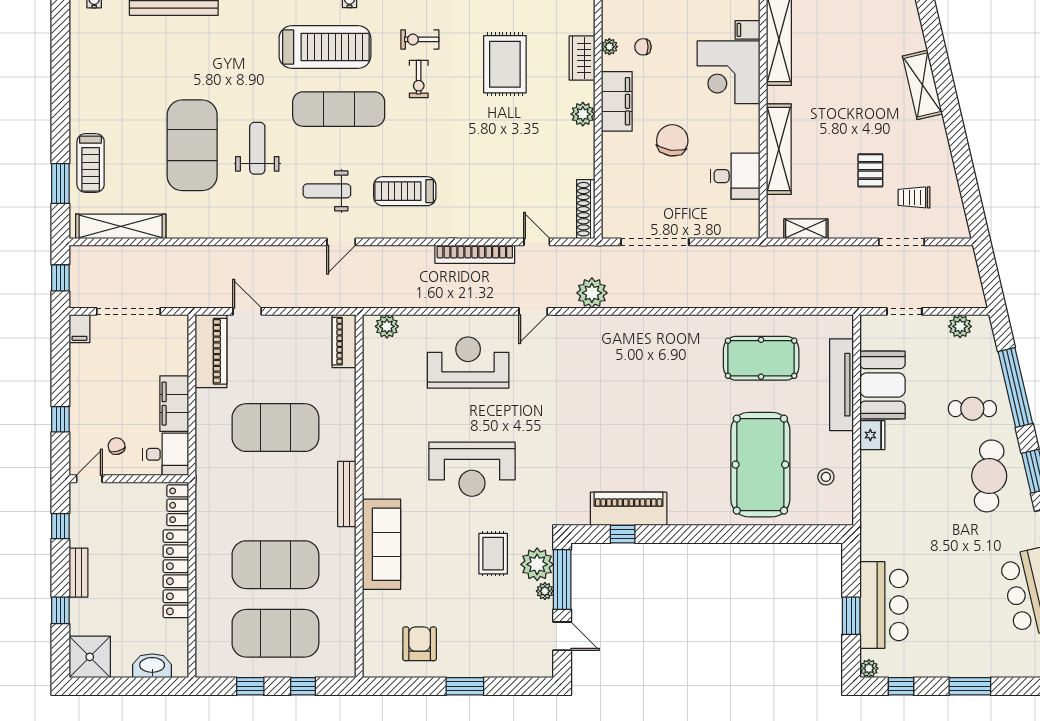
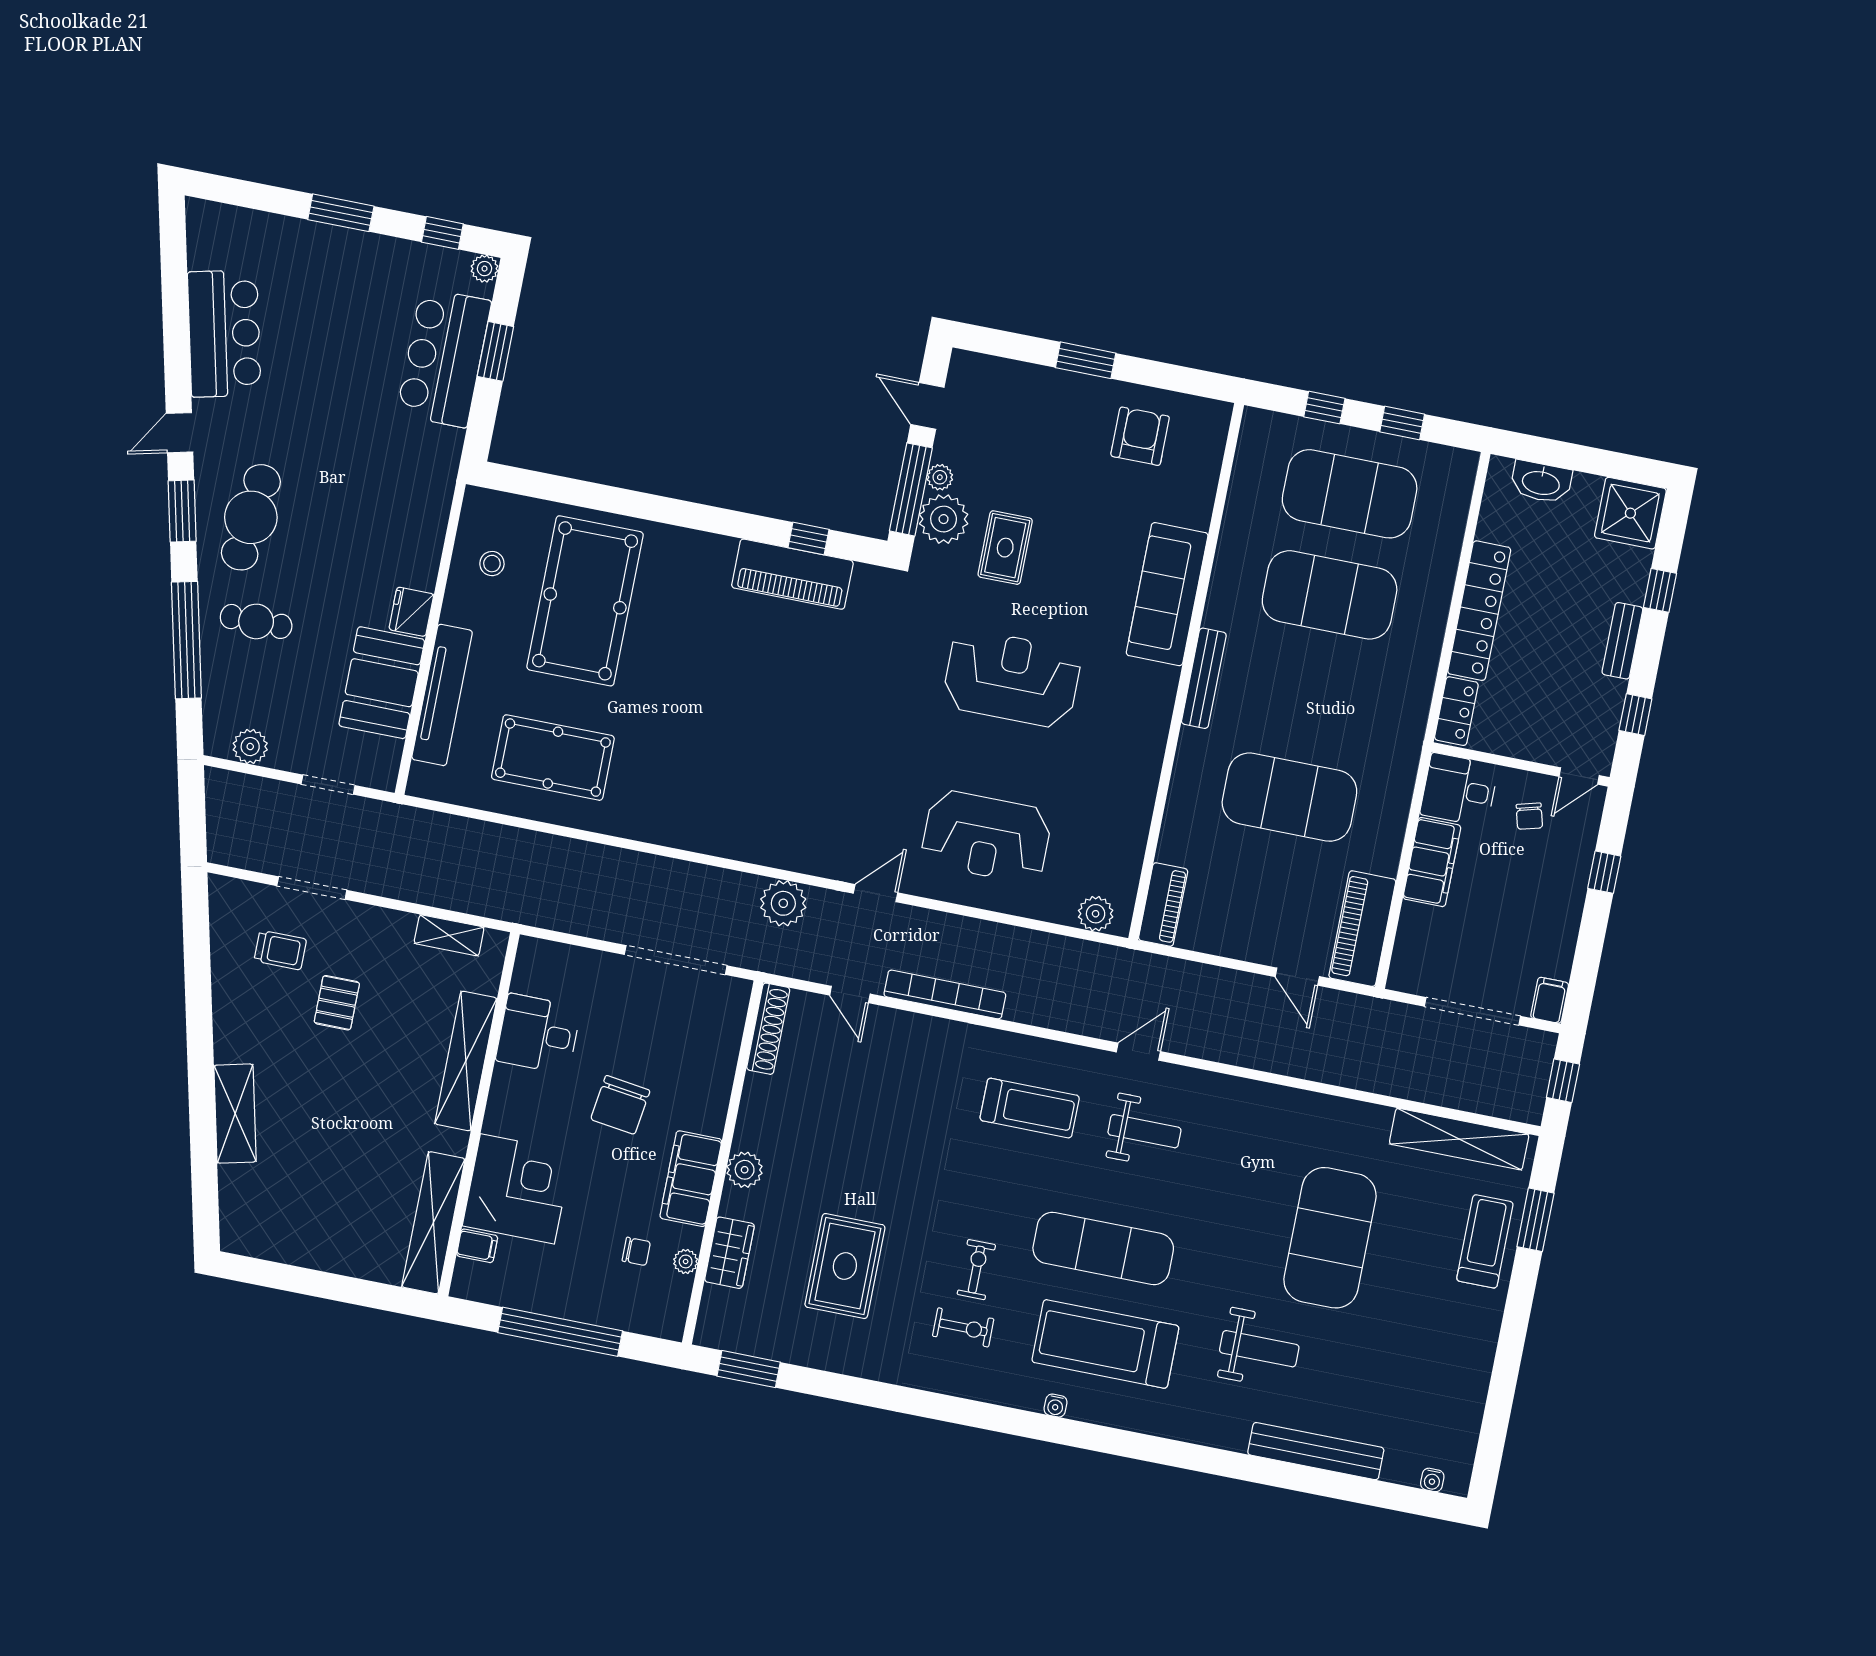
weight bench: (257, 148) -> (1259, 1349), moved, turned -90
armchair: (420, 644) -> (1140, 436), turned 180

